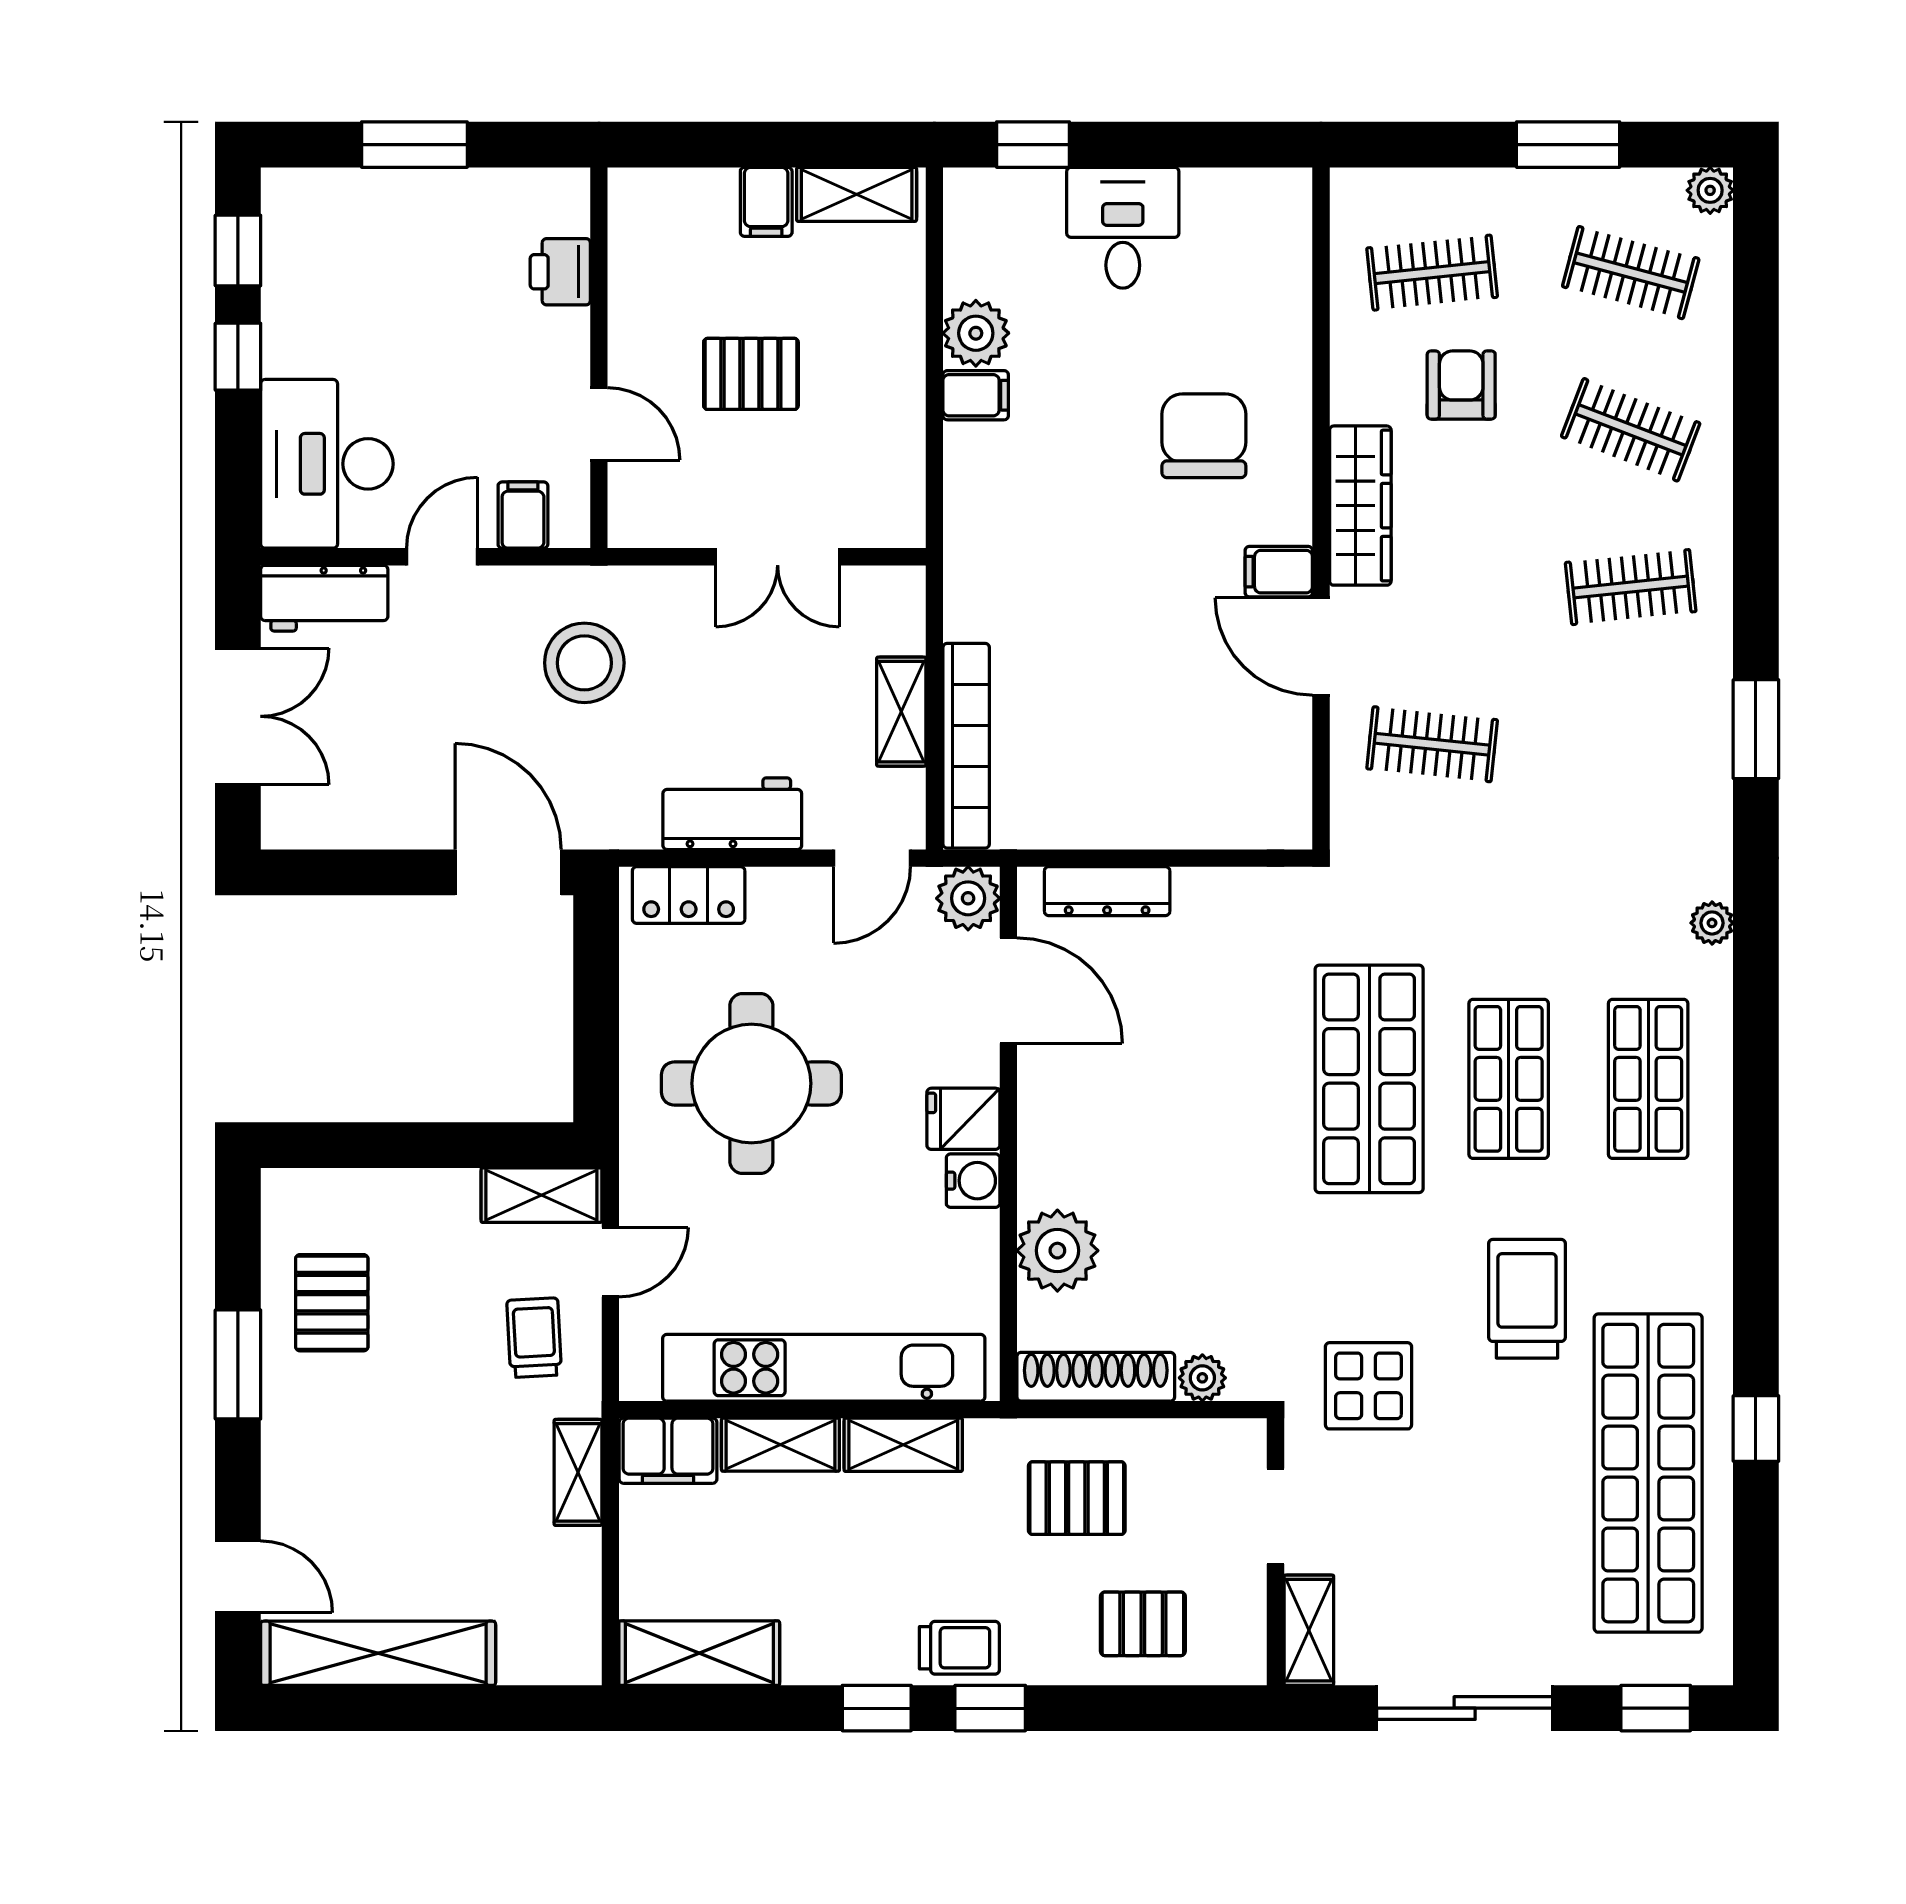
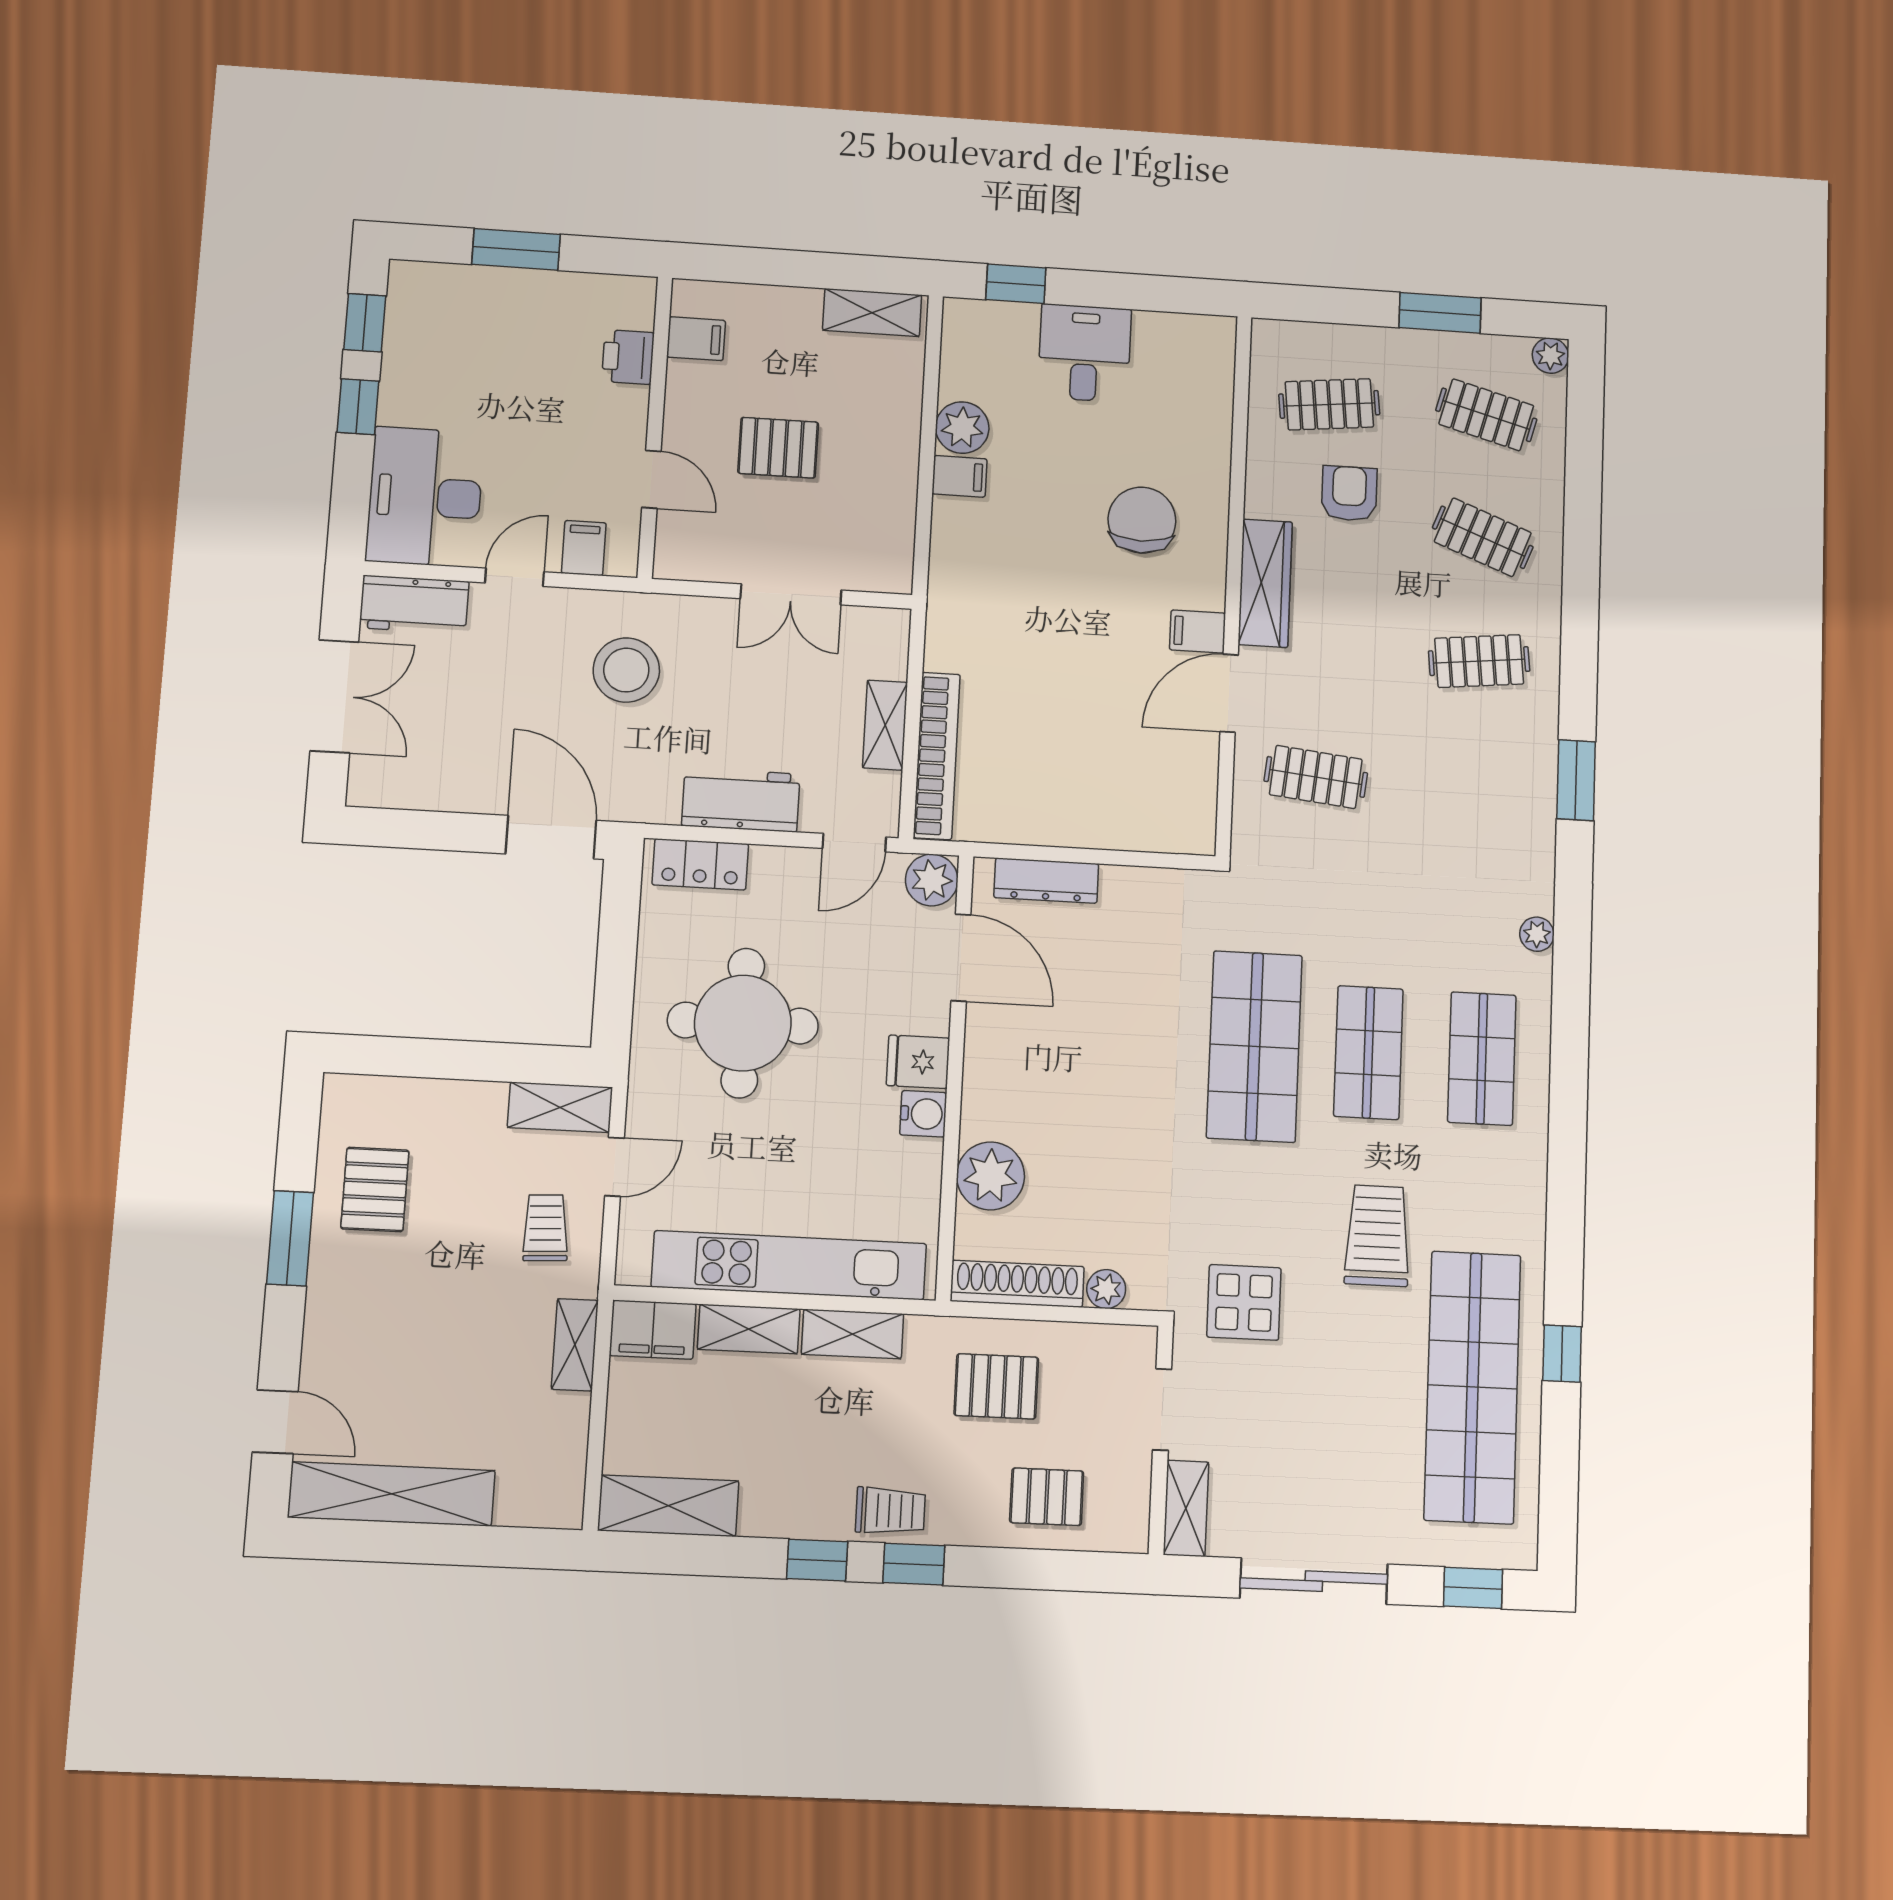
filing cabinet: (766, 202) -> (696, 339), moved, turned -90
door: (1321, 646) -> (1229, 693), hinge flipped

